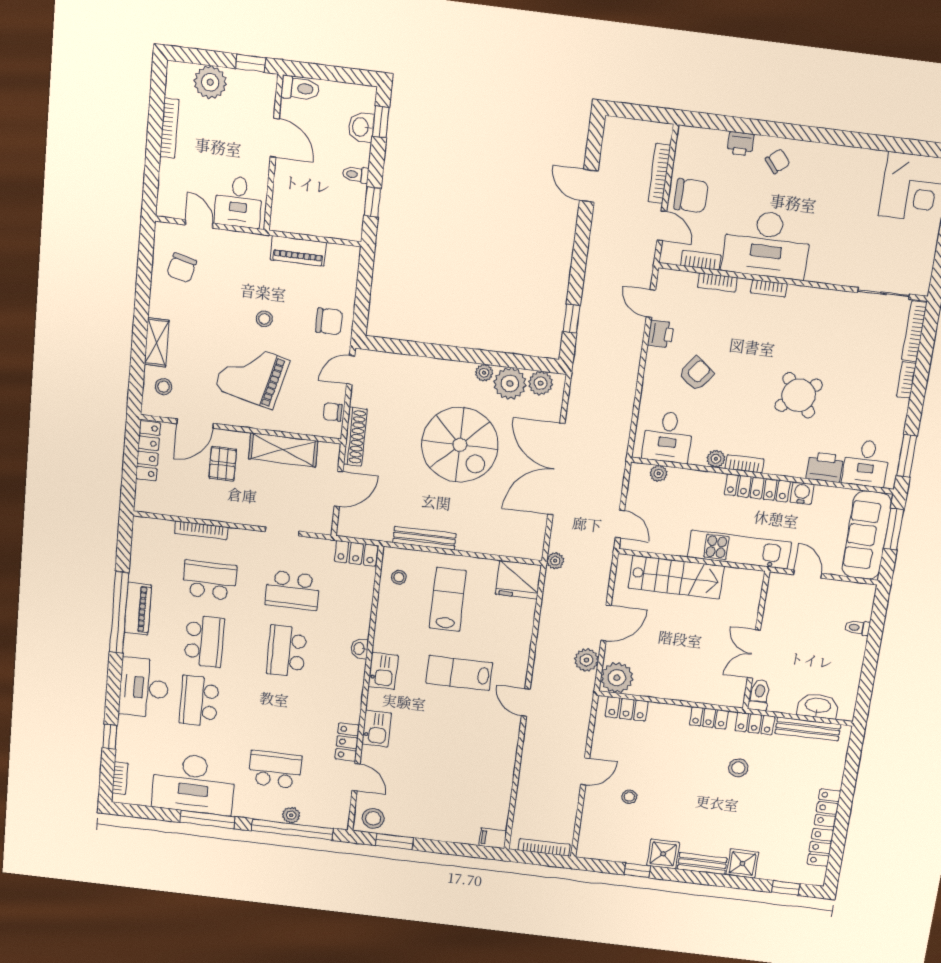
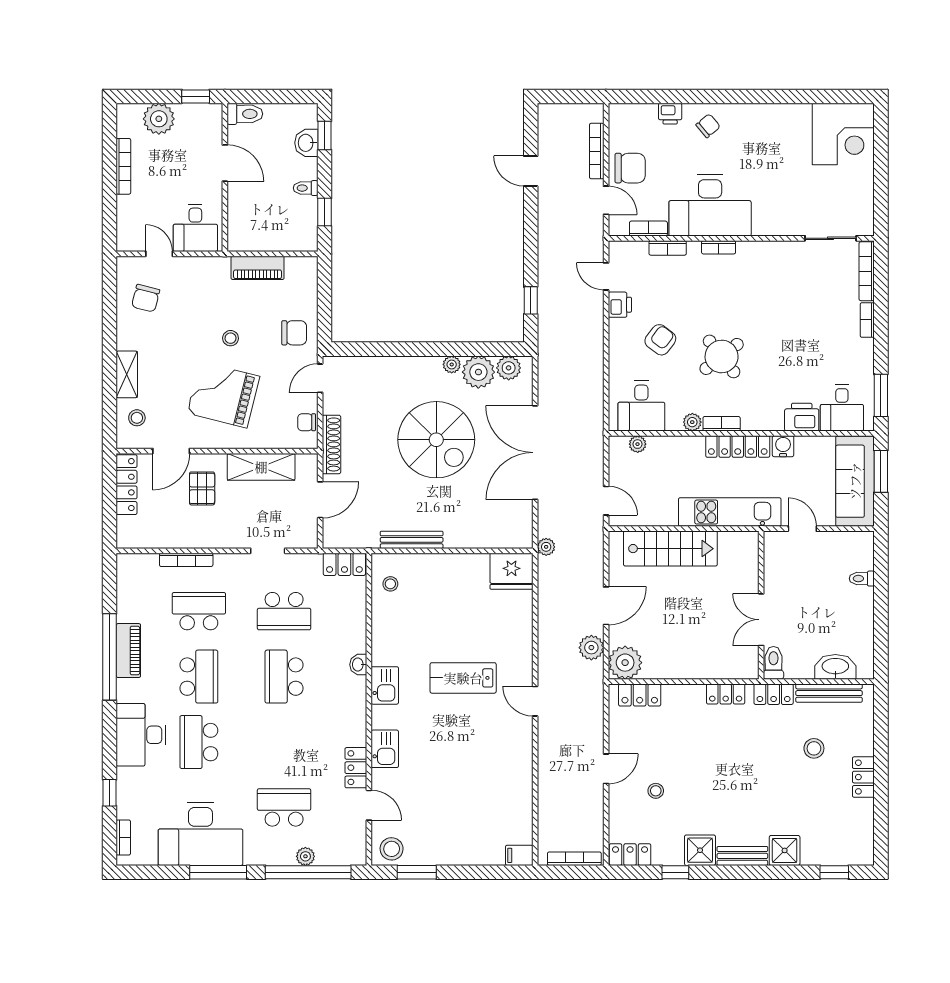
round table: (799, 395) -> (722, 356), moved
lab bench: (448, 600) -> (443, 601), removed
stool: (738, 768) -> (814, 748), moved
locker: (820, 848) -> (630, 855), moved, turned 90

